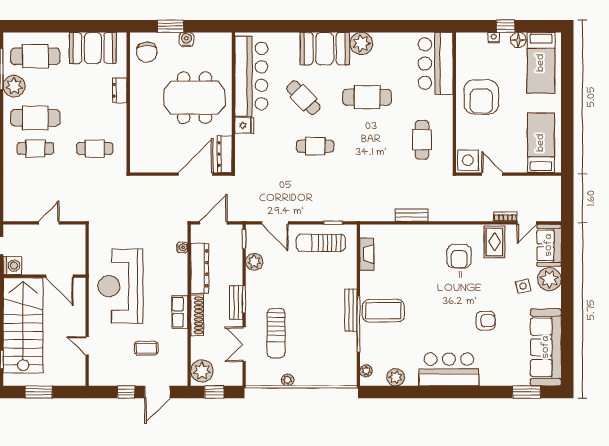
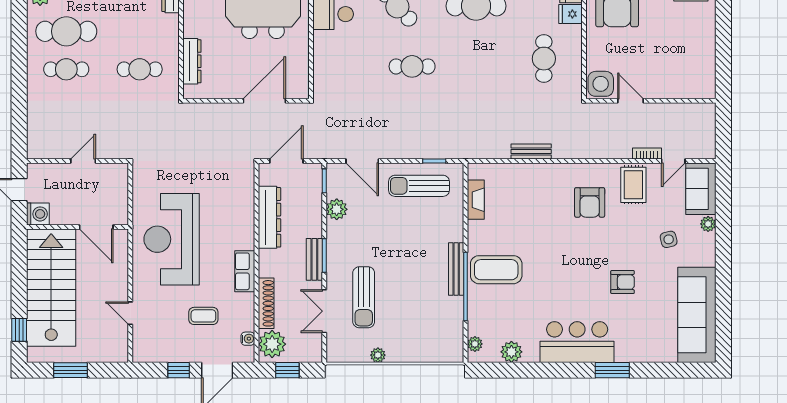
fridge: (244, 125) -> (571, 14), moved, turned 180
bed: (541, 143) -> (691, 62), removed
dresser: (225, 154) -> (192, 61), moved, turned 180
water cooler: (182, 247) -> (248, 339), moved
plant: (549, 279) -> (708, 224), width x0.53, depth x0.53
shoe rack: (197, 315) -> (266, 303), moved
window: (526, 392) -> (612, 370), moved

